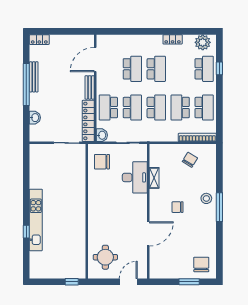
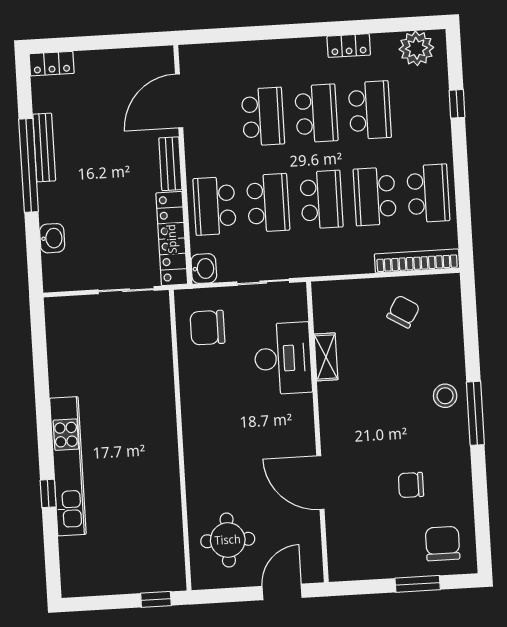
school desk: (204, 69) -> (370, 110), moved
chair: (178, 207) -> (411, 485), moved
door: (148, 234) -> (320, 483), swing flipped

